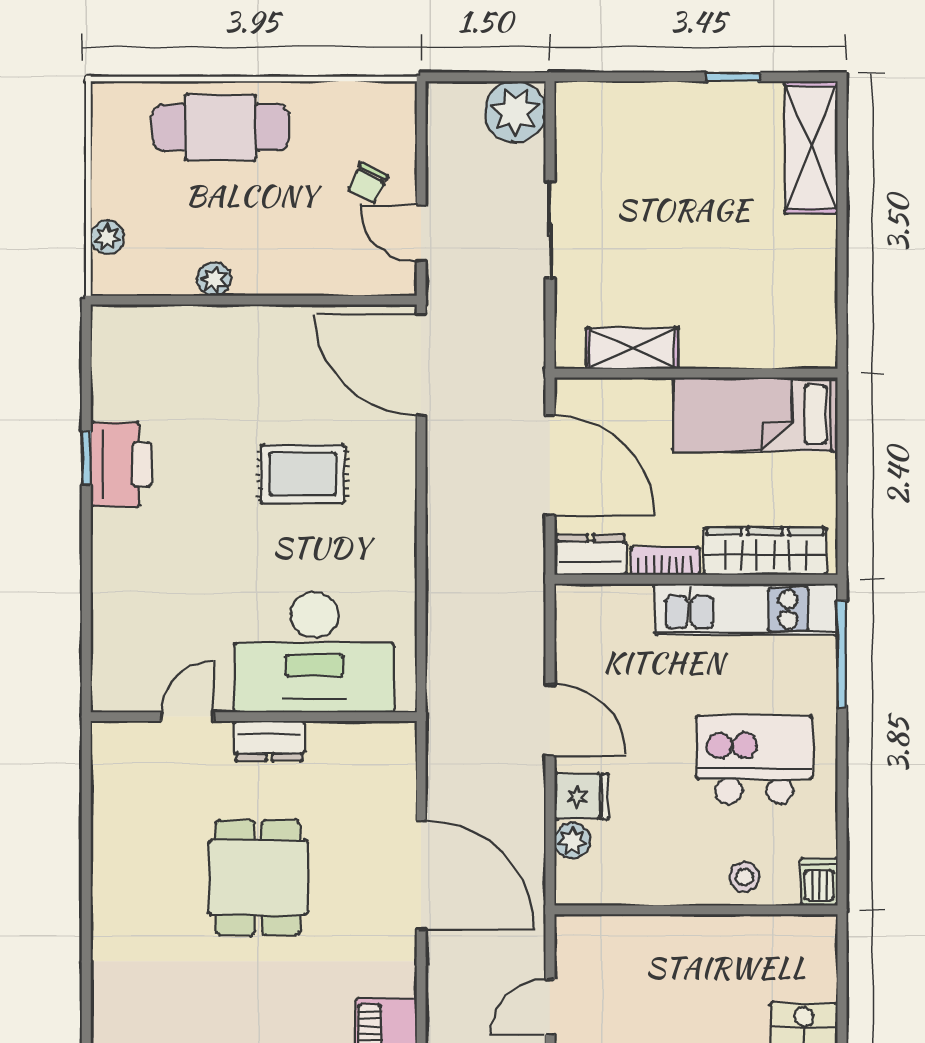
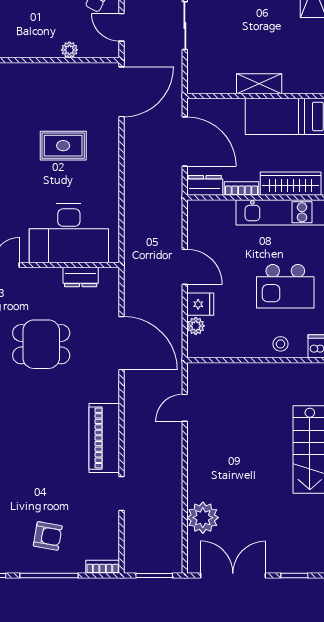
plant: (214, 279) -> (69, 50), moved
shelving: (632, 348) -> (259, 84), moved
door: (421, 365) -> (121, 92), swing flipped
dresser: (269, 741) -> (81, 277), moved
kitchen island: (754, 760) -> (285, 286), turned 180
dining table: (258, 878) -> (41, 344), turned 90

